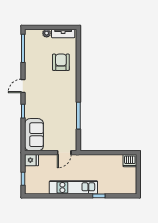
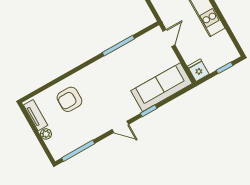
sofa: (34, 135) -> (161, 87), width x1.36
door: (64, 153) -> (169, 38), hinge flipped

